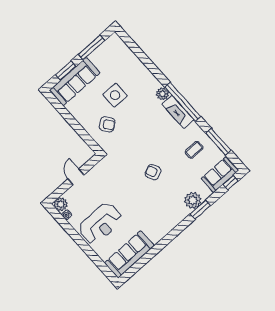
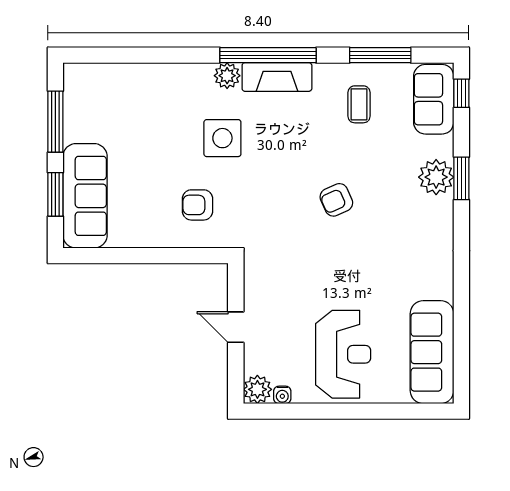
side table: (115, 95) -> (222, 138), moved
armchair: (107, 124) -> (197, 205), turned -144

